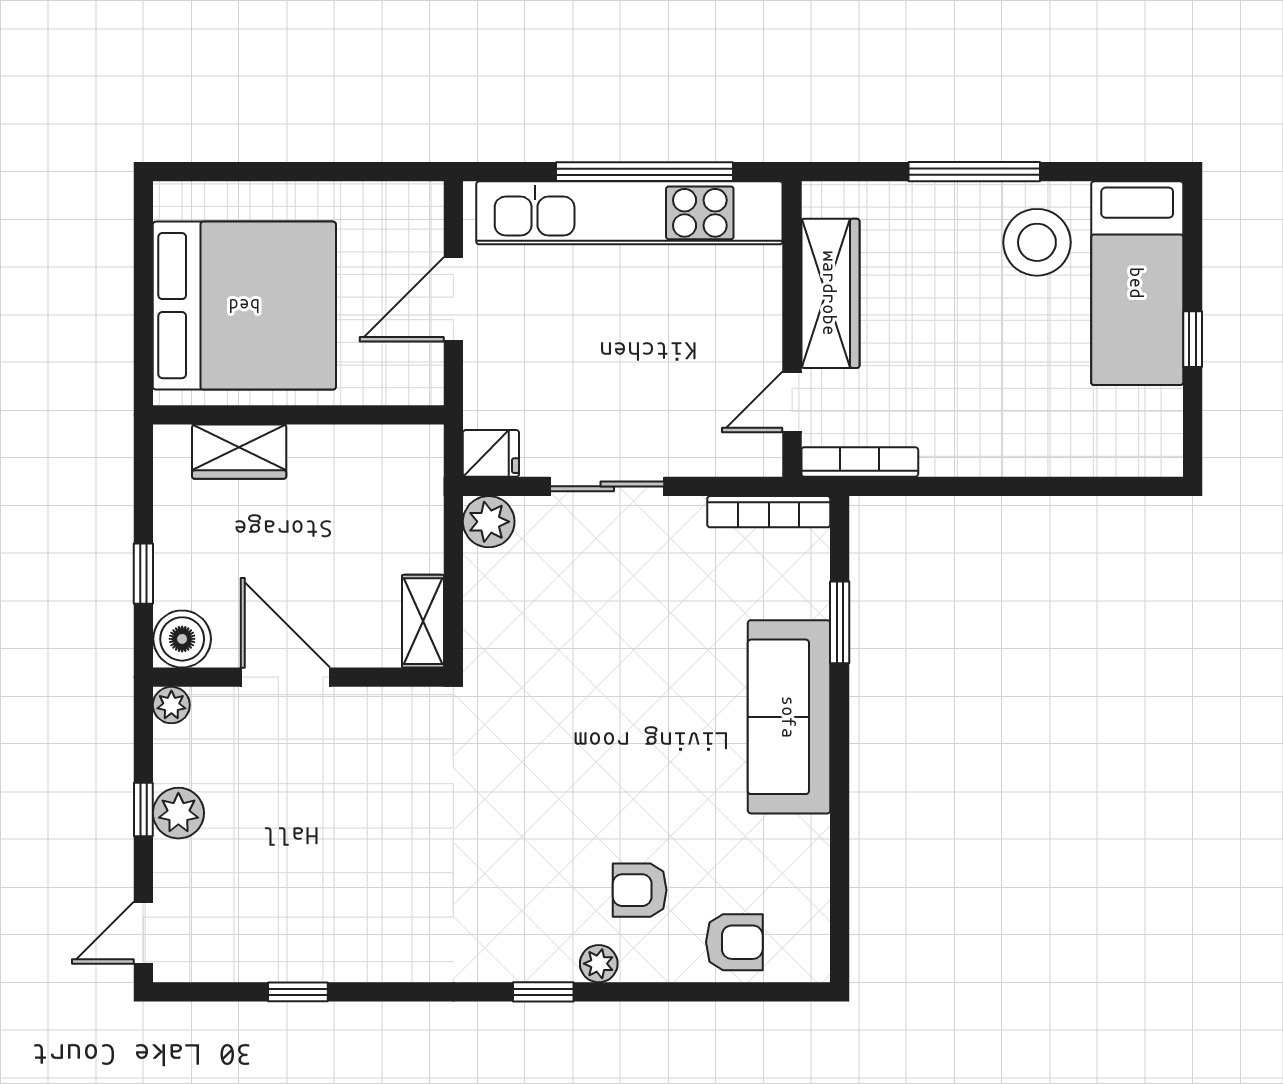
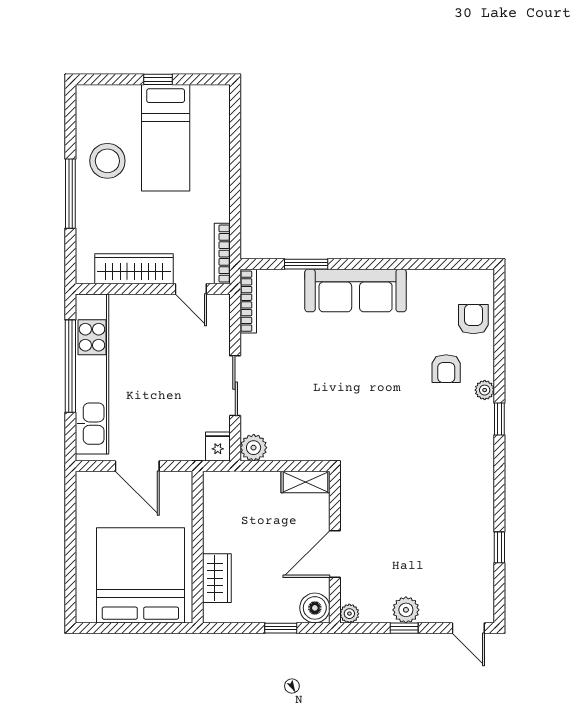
bed: (1137, 283) -> (166, 138), moved, turned 90

